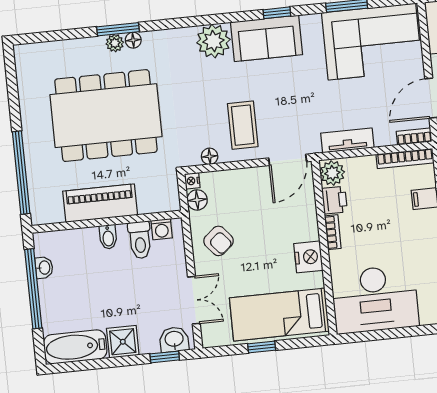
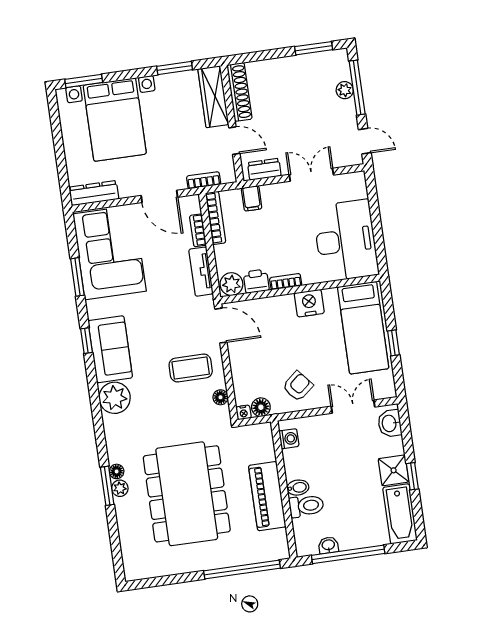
bookcase: (414, 137) -> (198, 230), moved
toilet: (140, 240) -> (306, 506), moved
window: (165, 357) -> (412, 476), moved

